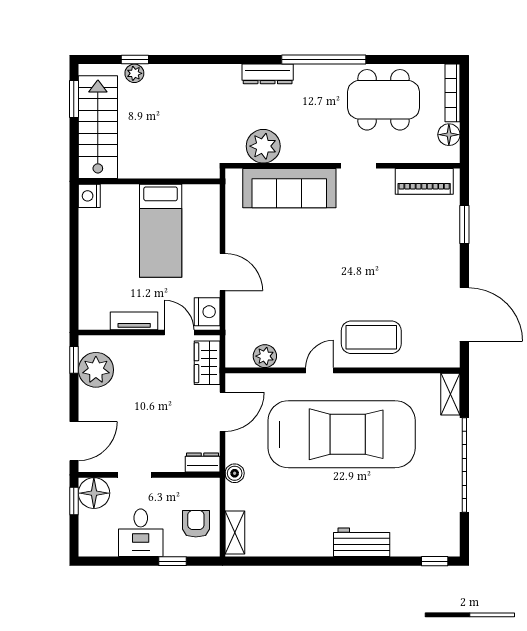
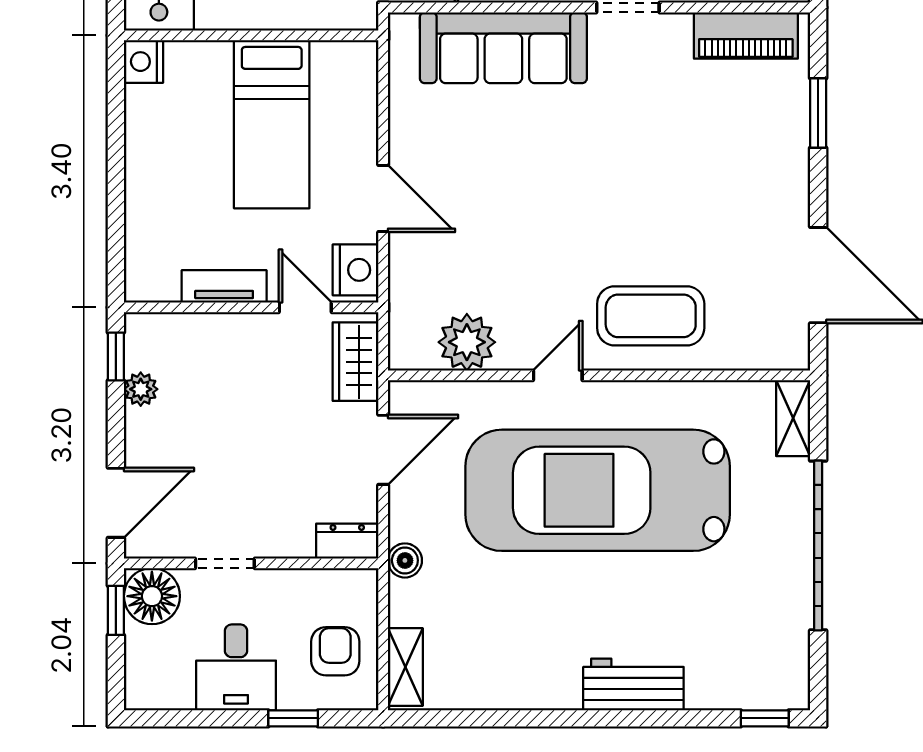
plant: (265, 356) -> (467, 342), width x1.36, depth x1.36
plant: (96, 370) -> (141, 389), width x0.53, depth x0.53
car: (342, 434) -> (598, 490), turned 180

